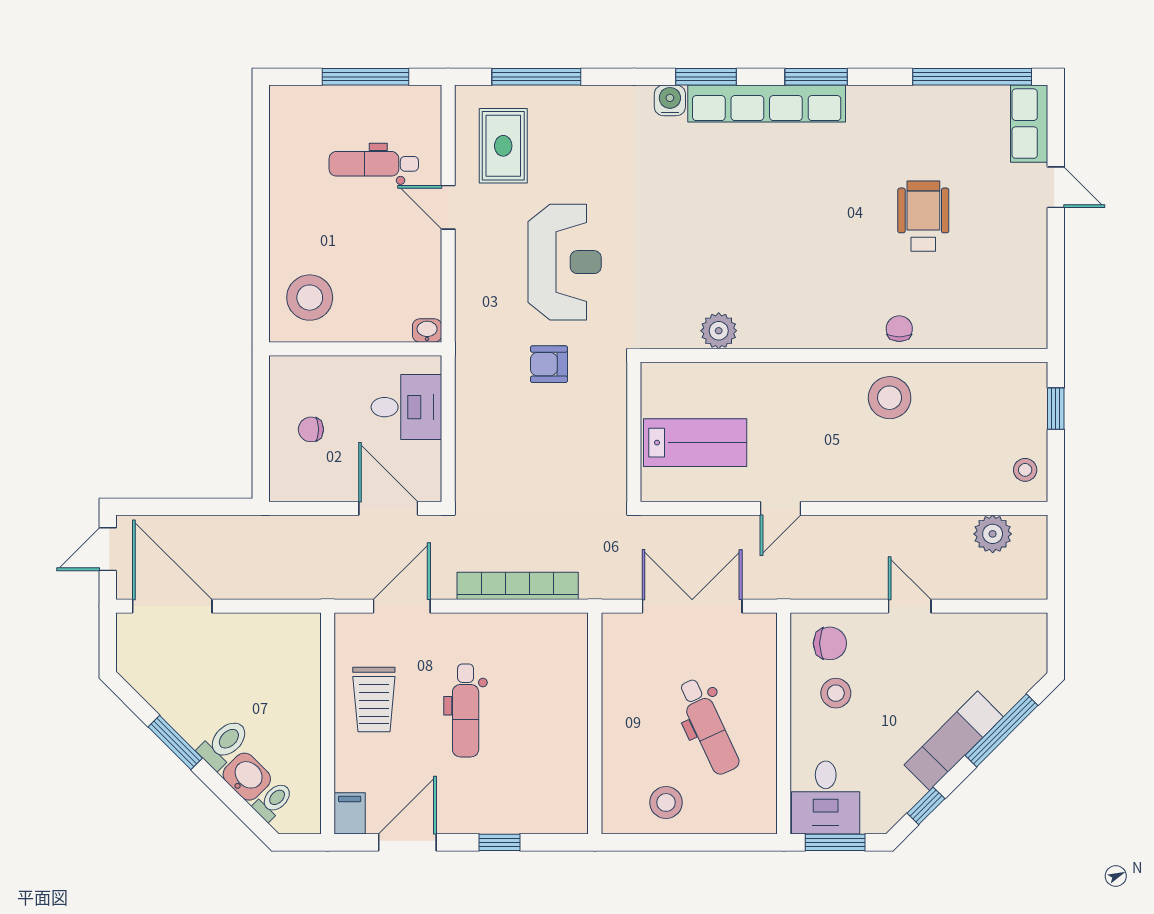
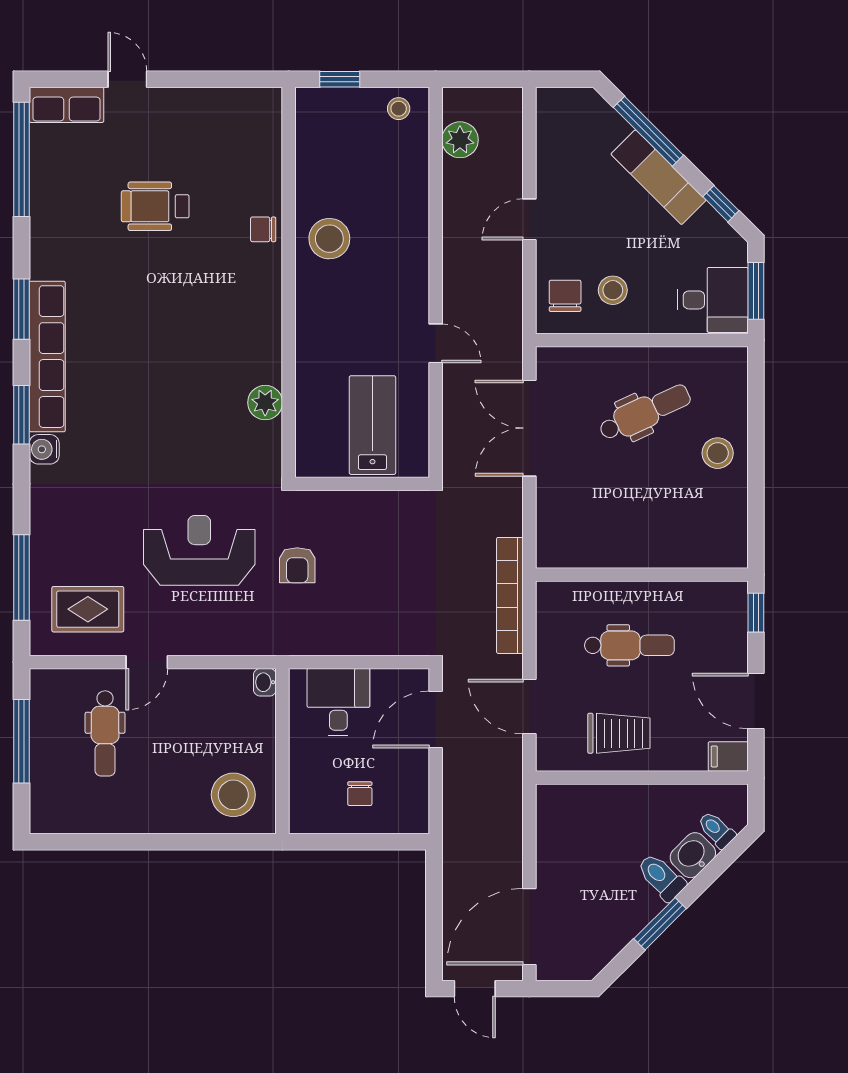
door: (1056, 187) -> (127, 79), hinge flipped
wall: (595, 723) -> (642, 575), moved

